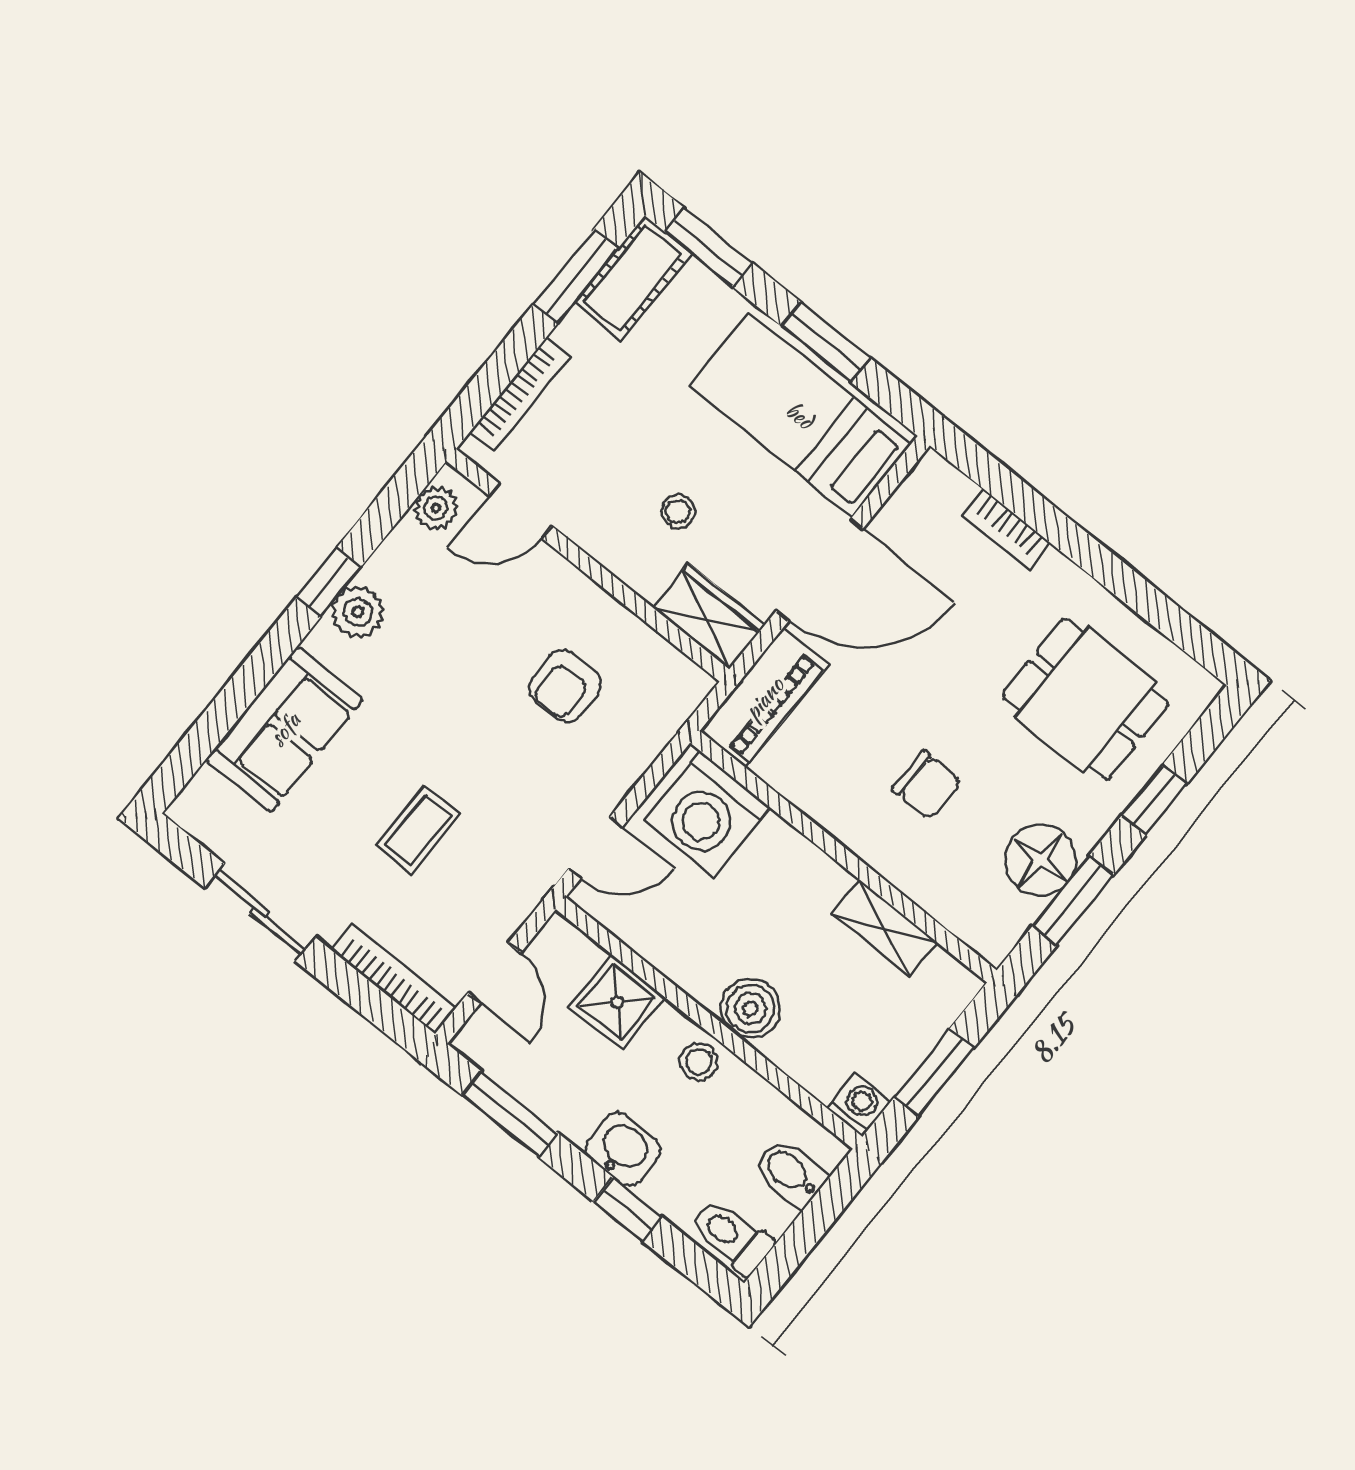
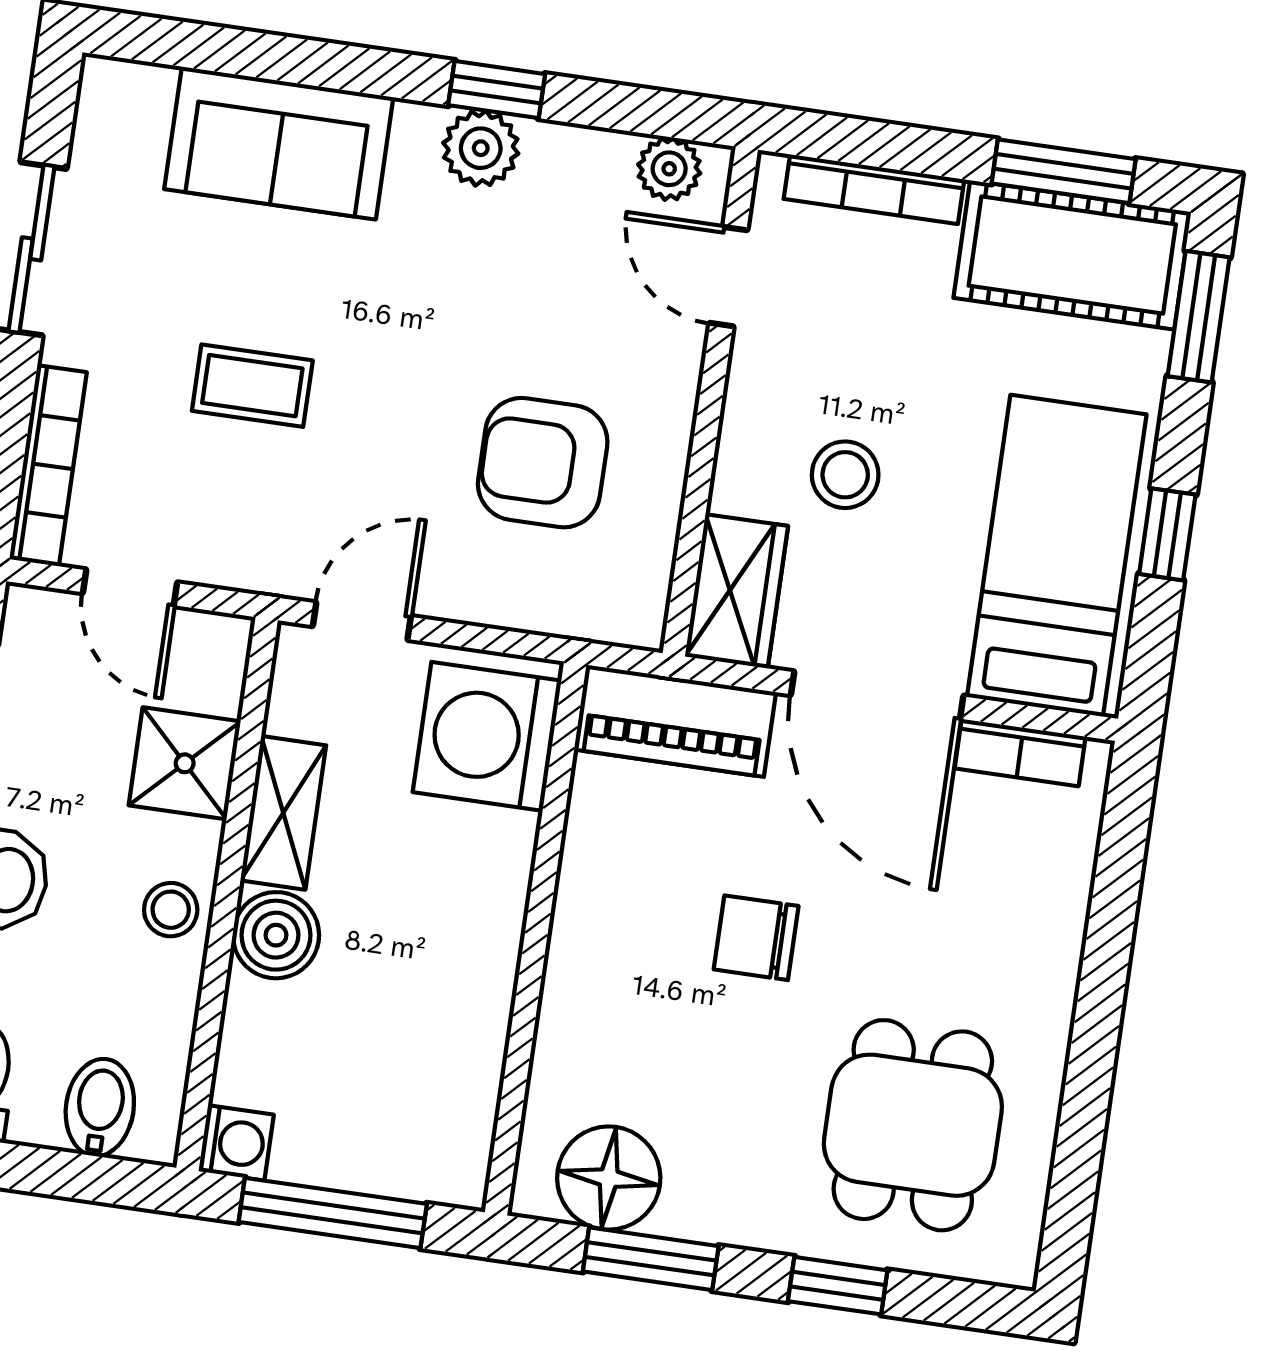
cot: (633, 278) -> (1072, 255), width x1.37, depth x1.34
window: (826, 342) -> (1167, 534), width x0.67
stool: (678, 511) -> (845, 475), width x1.37, depth x1.37
bookcase: (1006, 529) -> (1020, 753), moved, turned -90
armchair: (565, 686) -> (543, 463), width x1.38, depth x1.38
chair: (927, 785) -> (756, 938), moved, turned 90
door: (595, 848) -> (362, 621), swing flipped
floor lamp: (1040, 860) -> (609, 1178), moved
shelving: (884, 928) -> (283, 813), moved
door: (494, 973) -> (130, 588), hinge flipped
window: (934, 1072) -> (333, 1213), width x1.44

